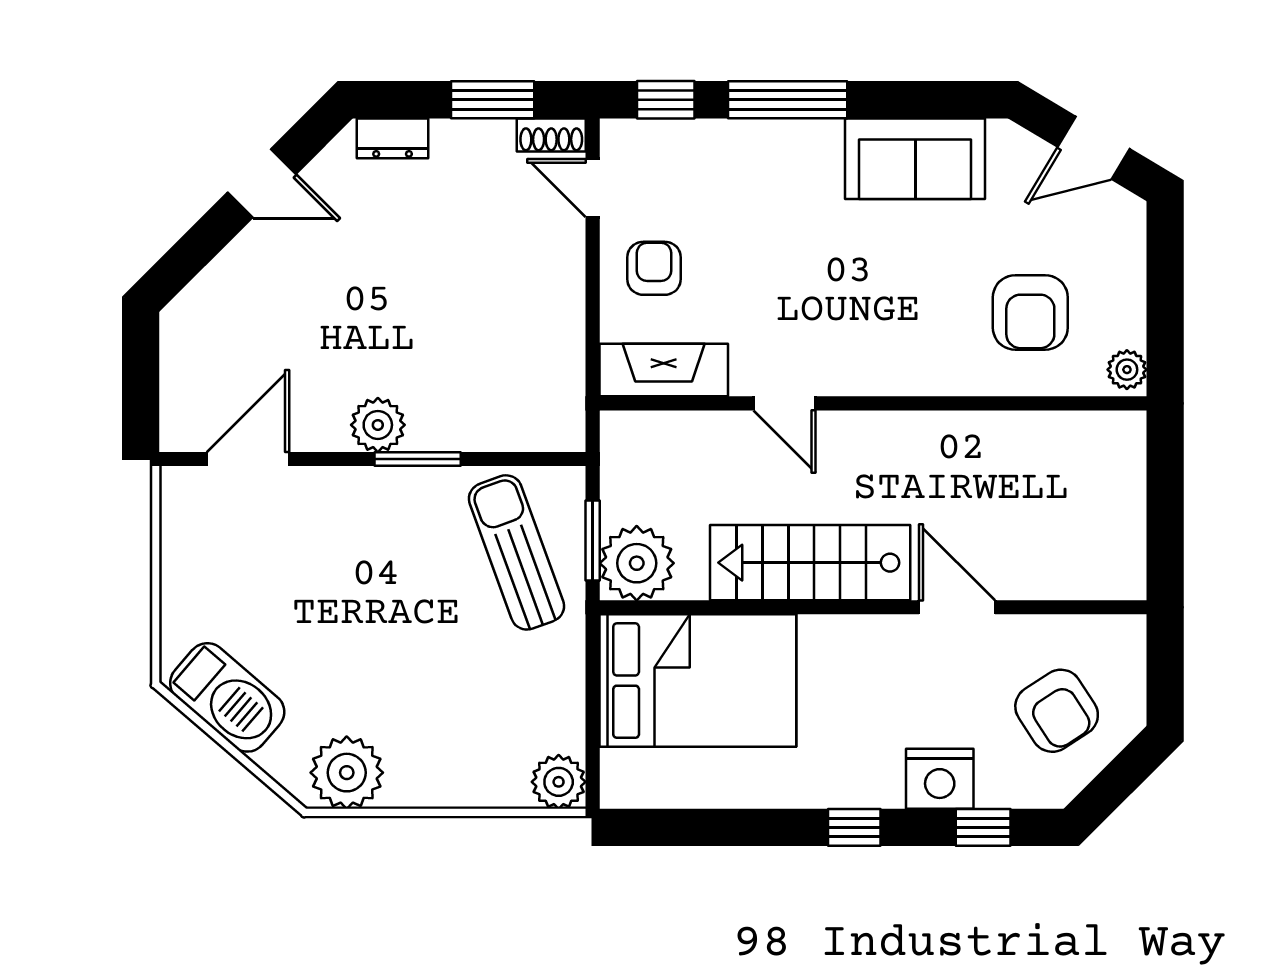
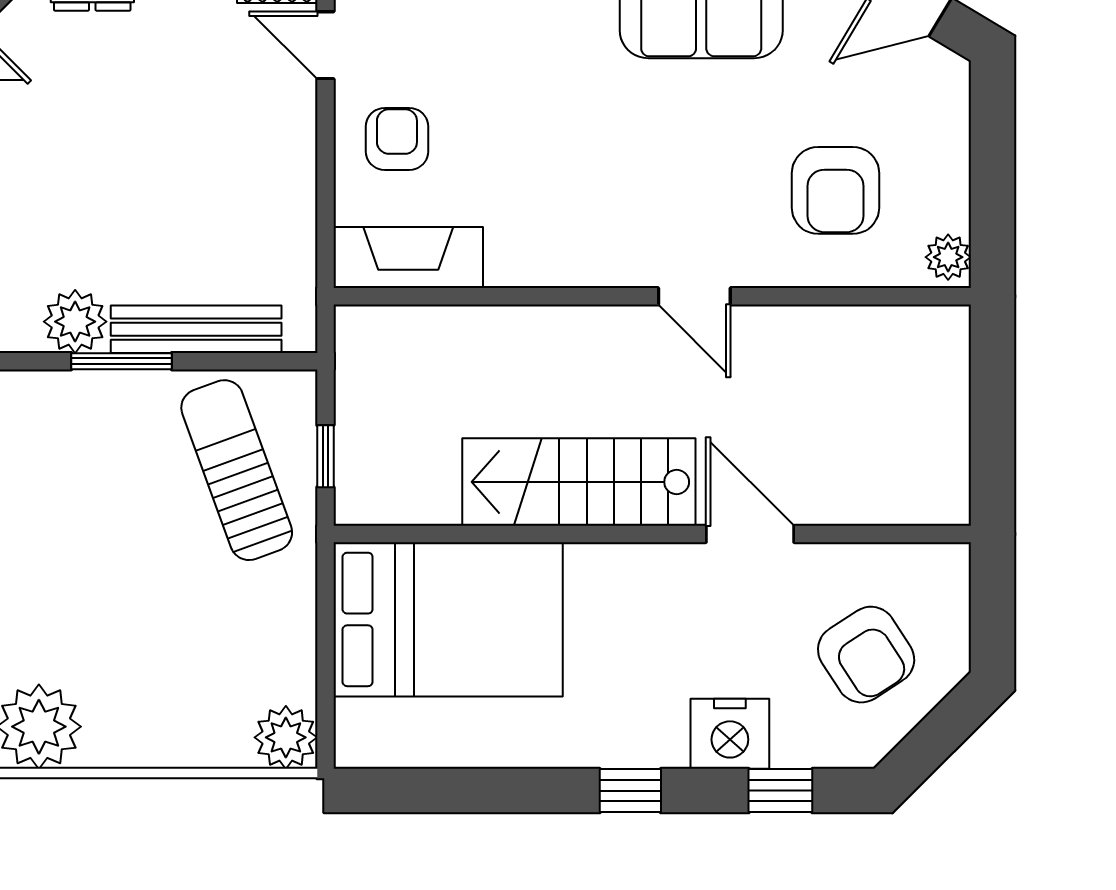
door: (784, 403) -> (694, 296), moved
bench: (482, 432) -> (196, 329), added
window: (593, 541) -> (325, 456), width x0.67
plant: (637, 563) -> (377, 483), removed

